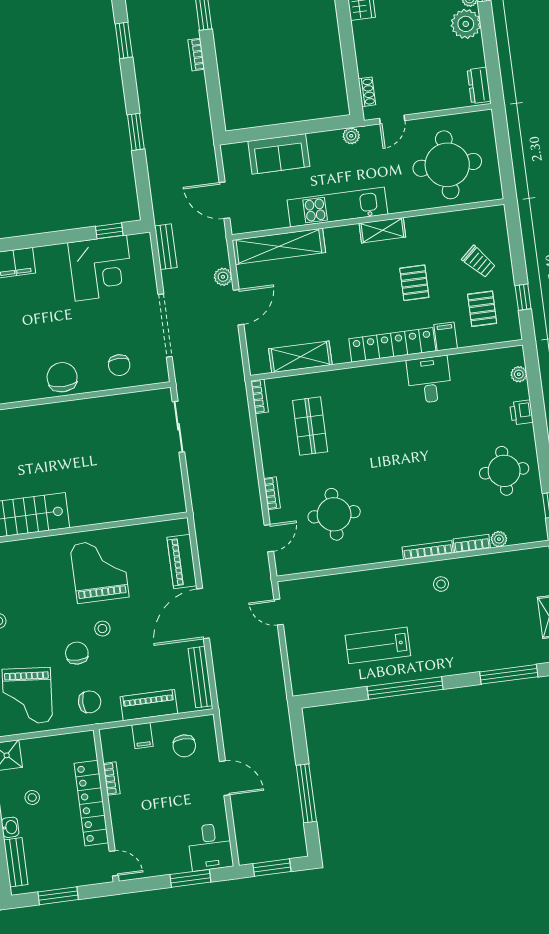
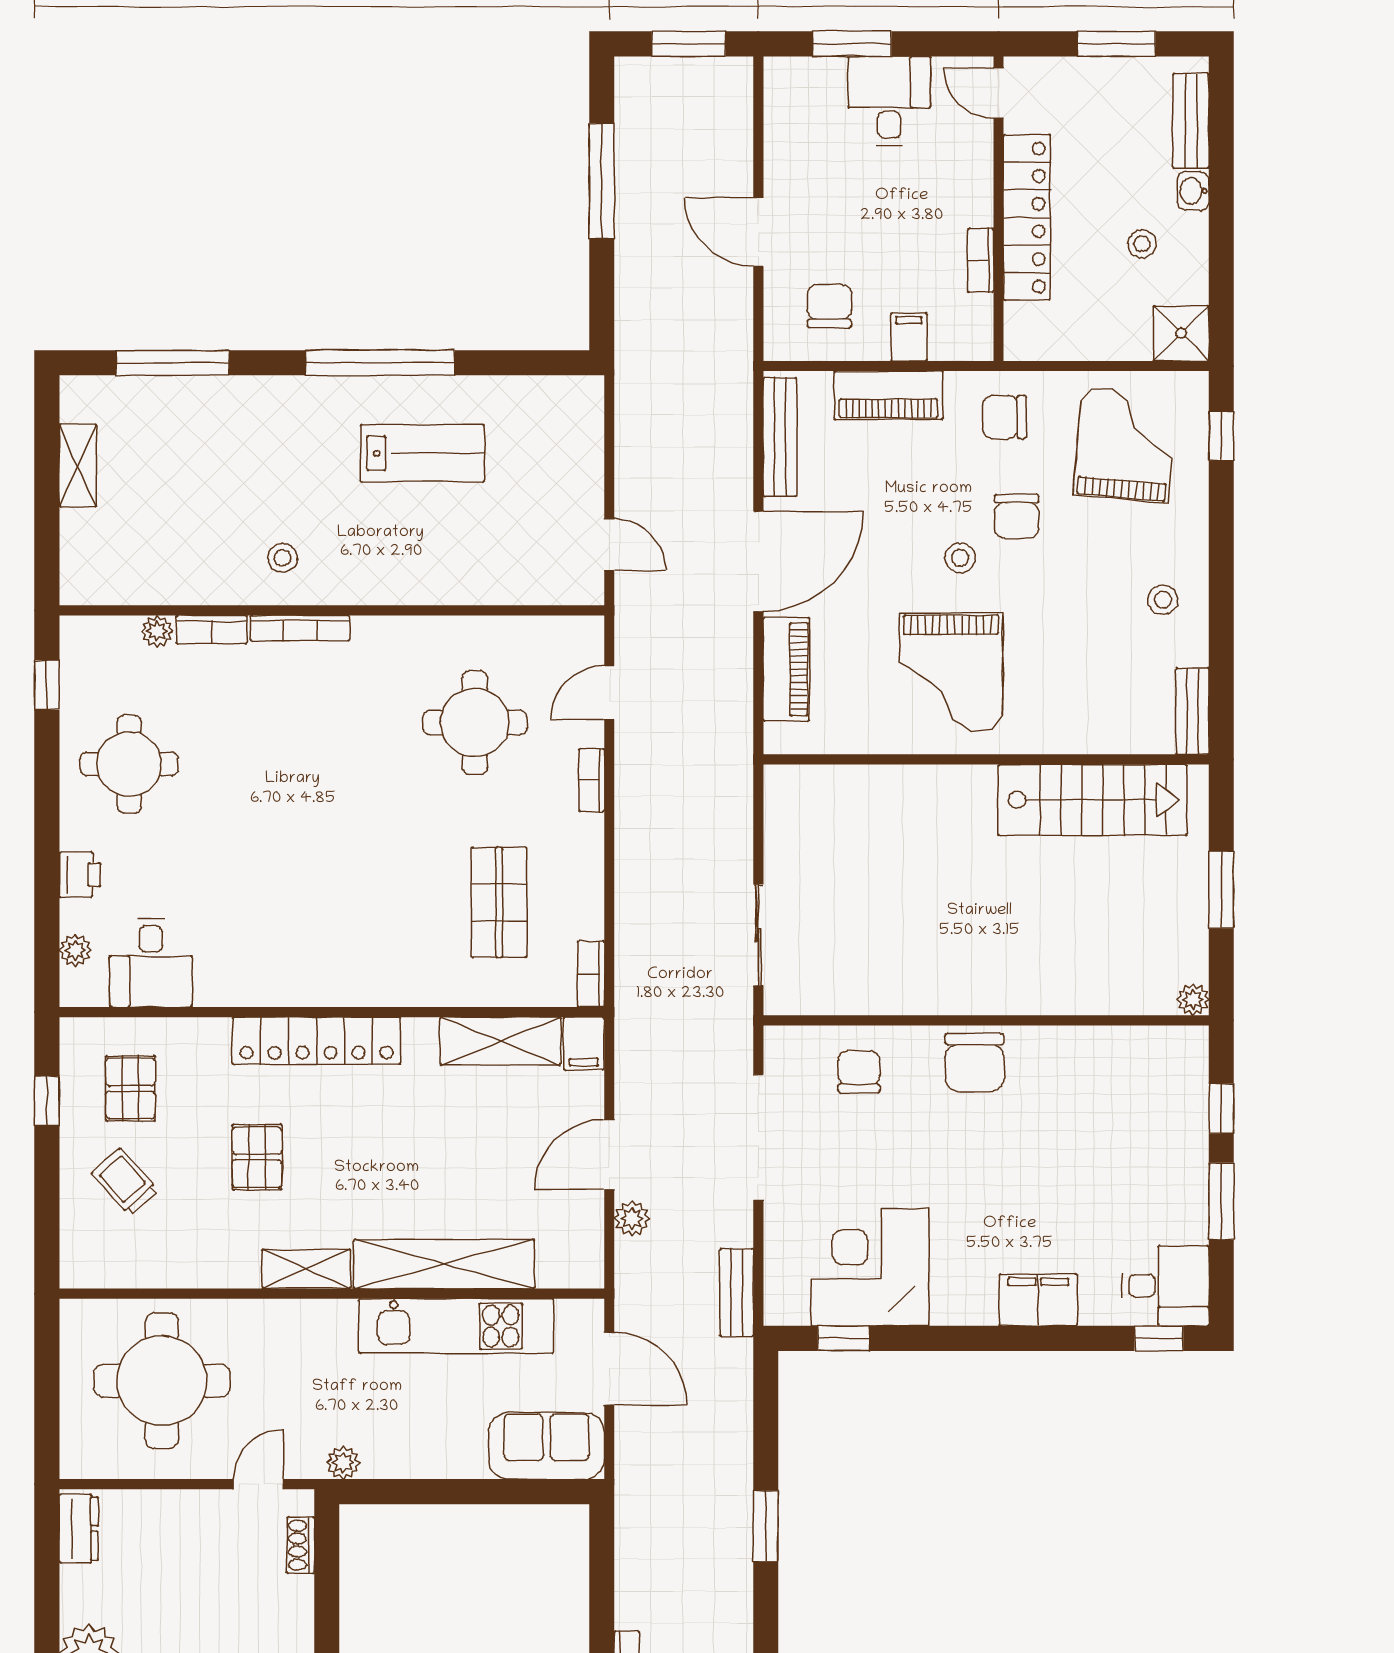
sofa: (279, 154) -> (547, 1446), moved
kitchen unit: (337, 207) -> (456, 1326), moved
shelving: (279, 246) -> (444, 1264), moved
filing cabinet: (446, 336) -> (584, 1044), moved
desk: (429, 380) -> (151, 963), moved
desk: (210, 847) -> (889, 101), moved

